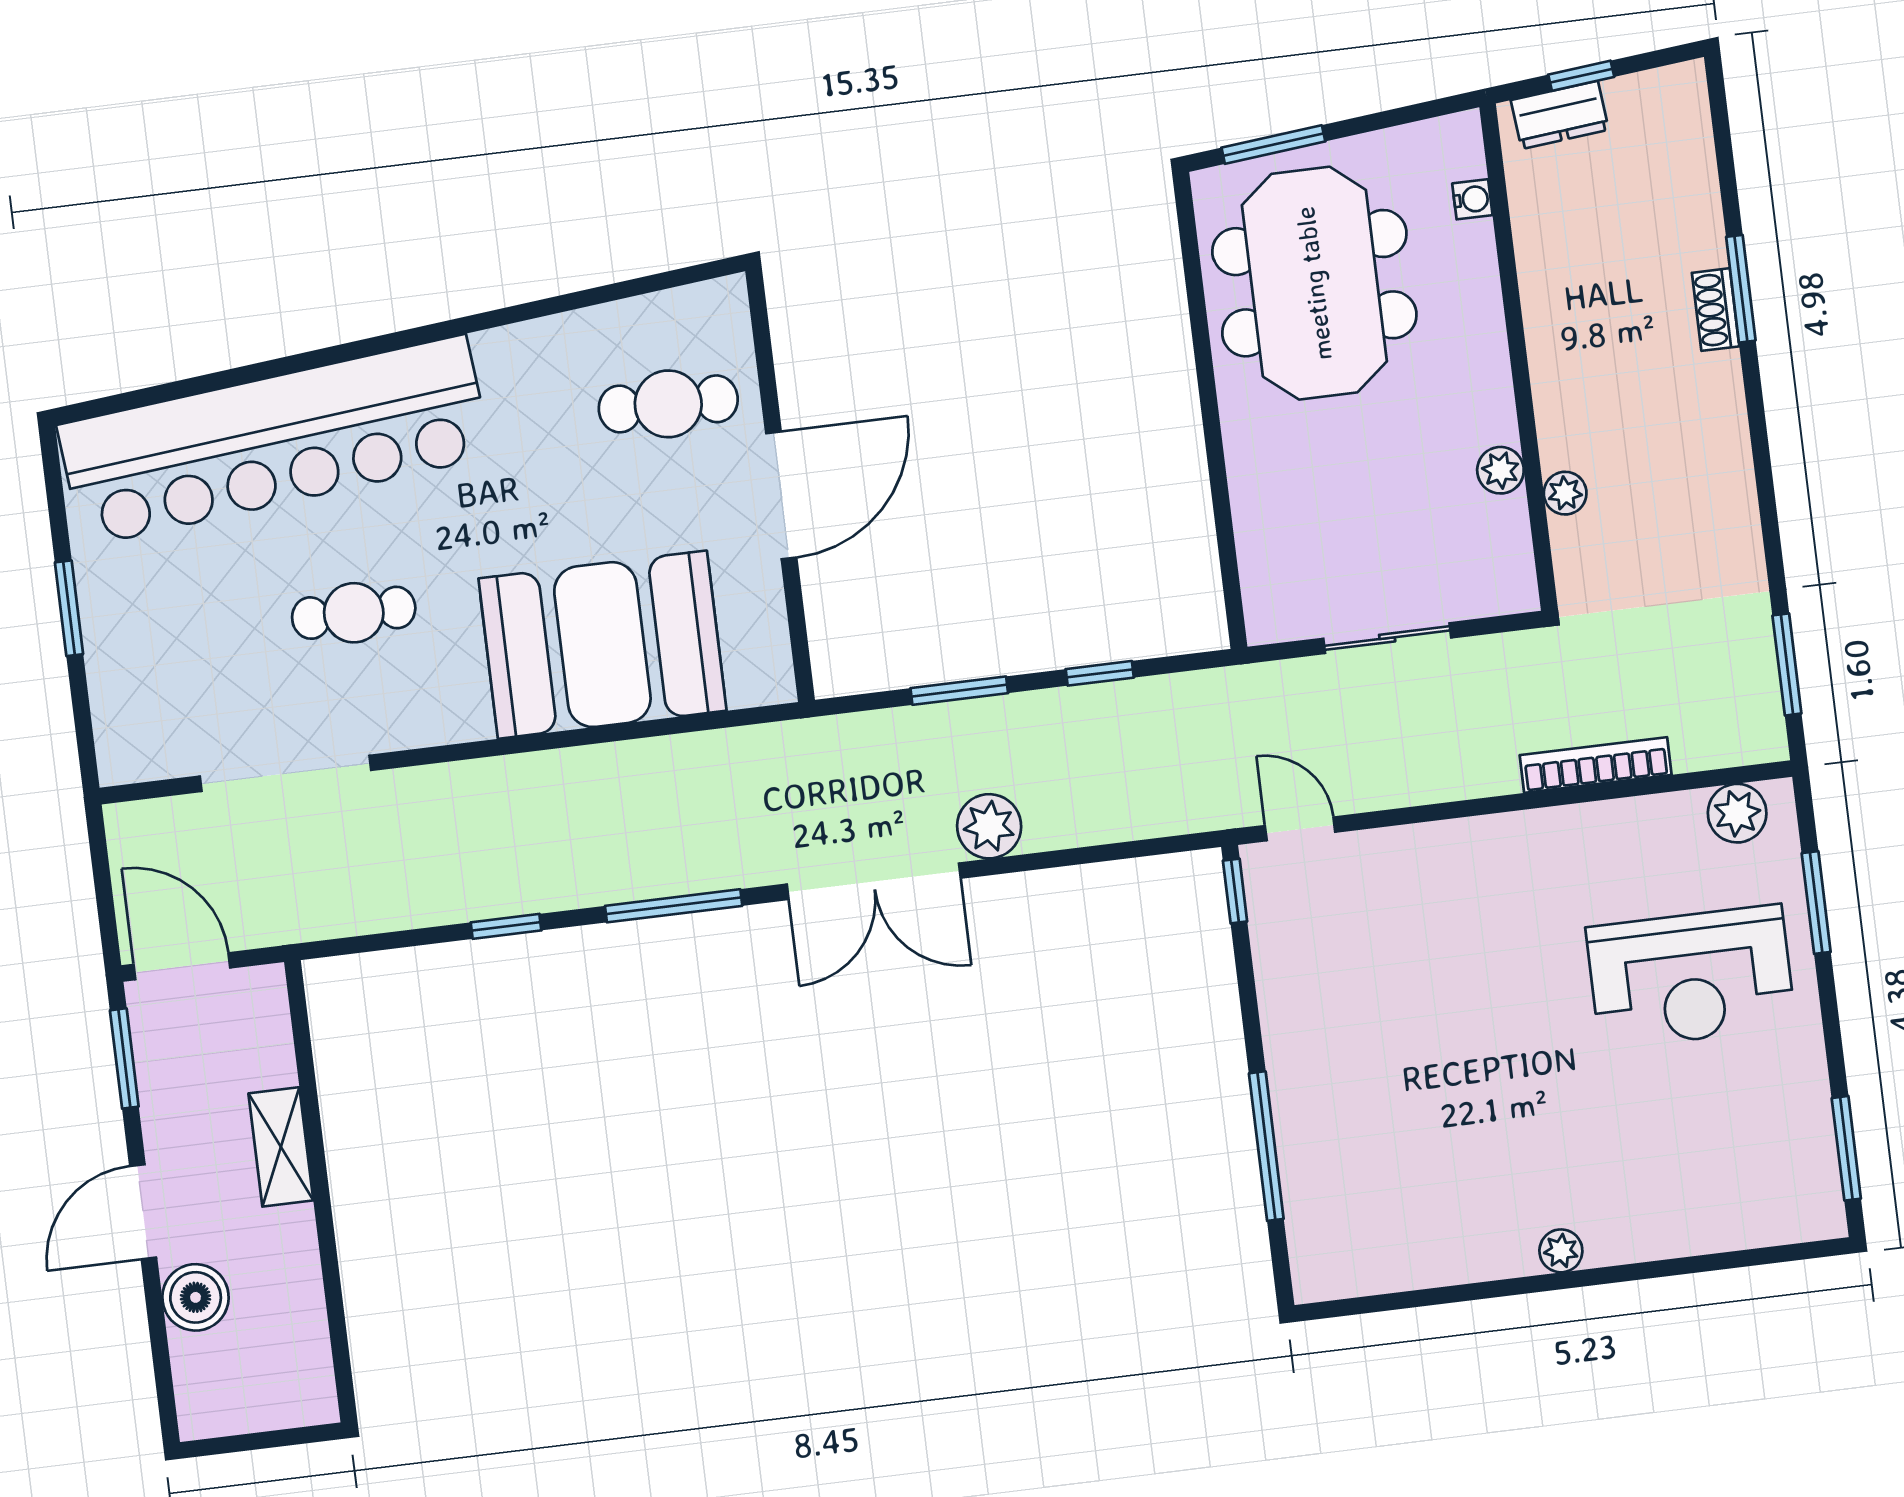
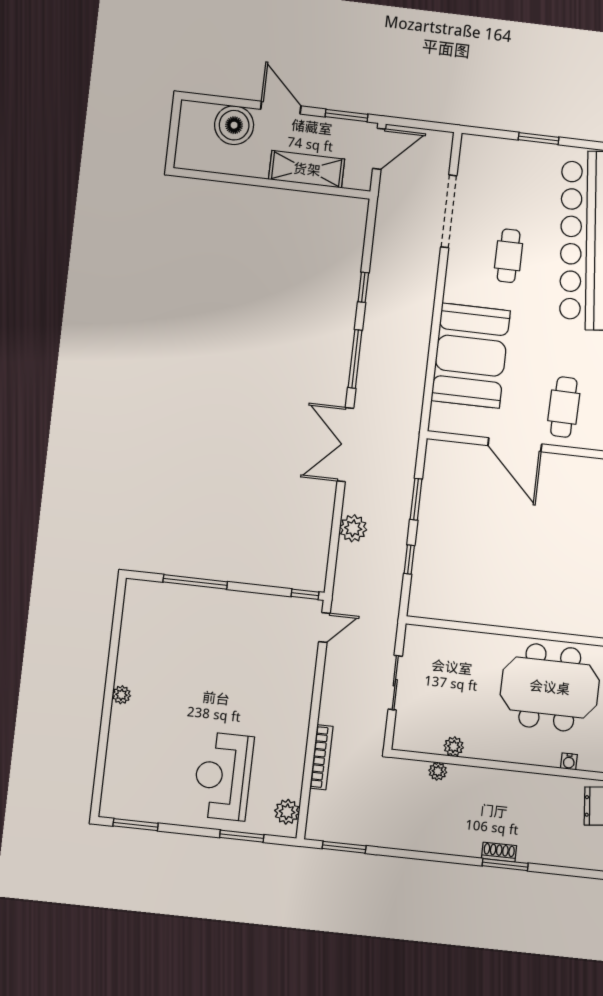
plant: (989, 826) -> (353, 528), moved
shelving: (281, 1147) -> (307, 169), width x1.50, depth x1.33
boiler: (196, 1297) -> (234, 125), width x1.37, depth x1.37

